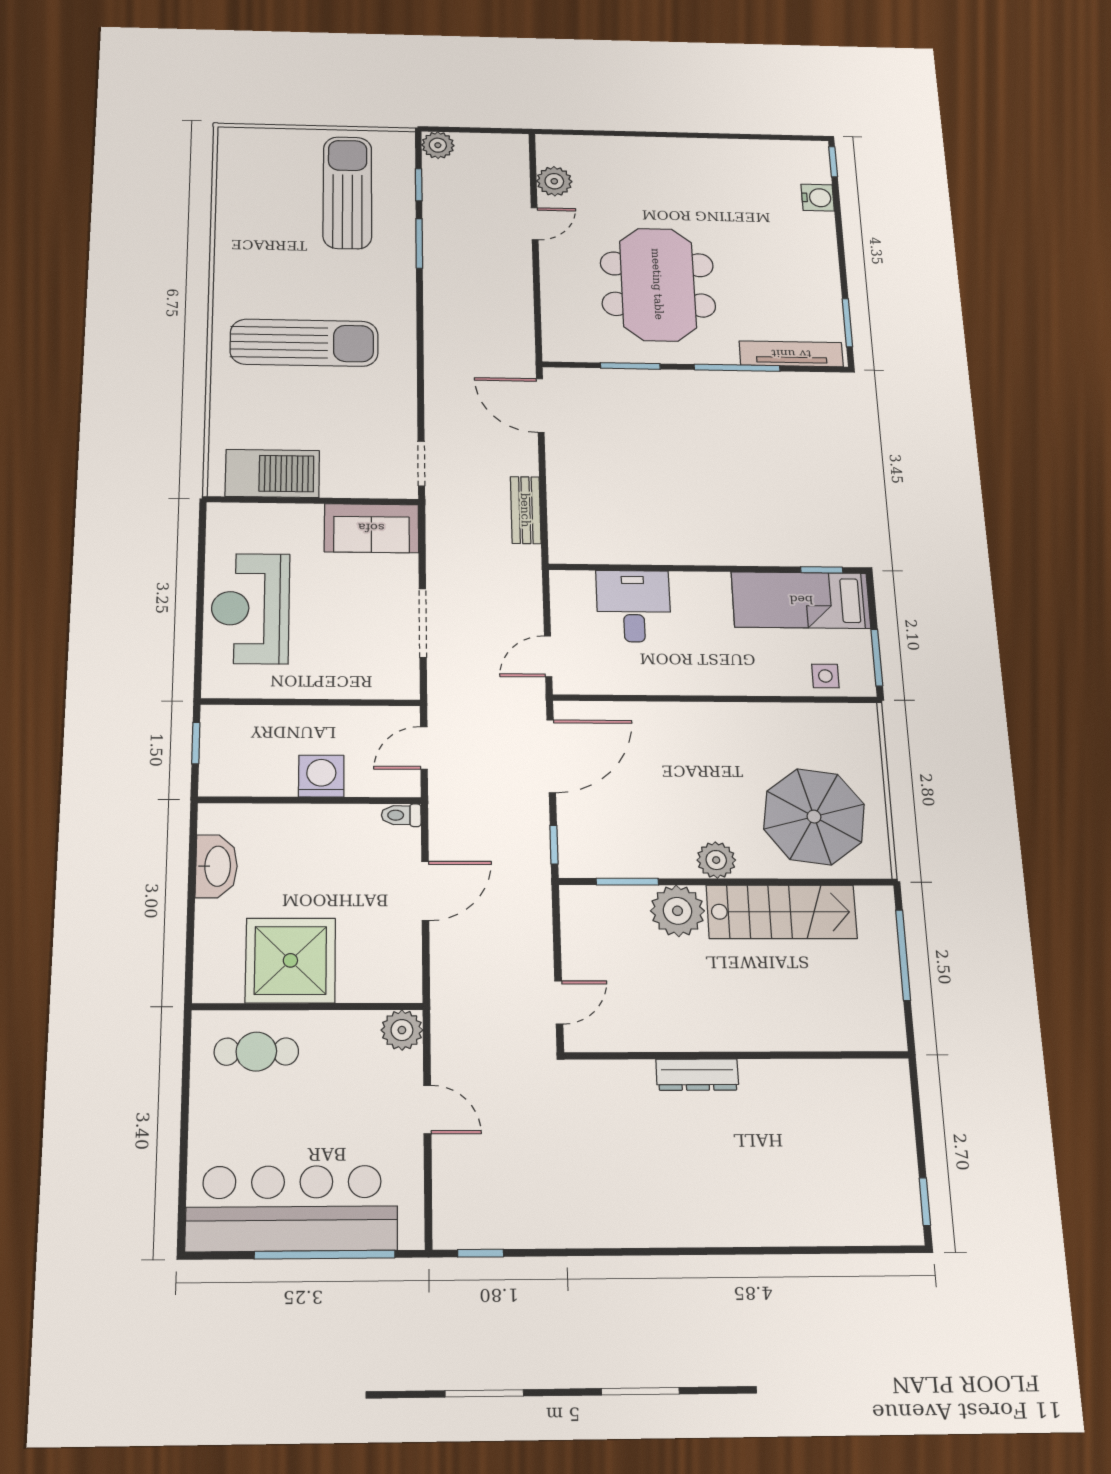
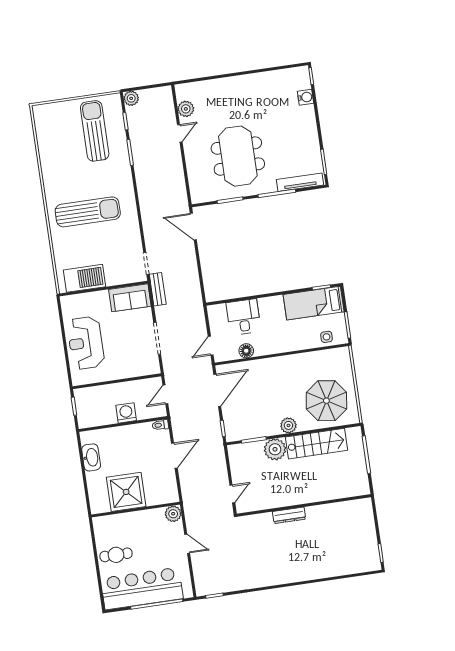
bench: (526, 510) -> (158, 289), moved
floor lamp: (632, 679) -> (246, 351), added
cafe table: (256, 1052) -> (116, 555), moved

